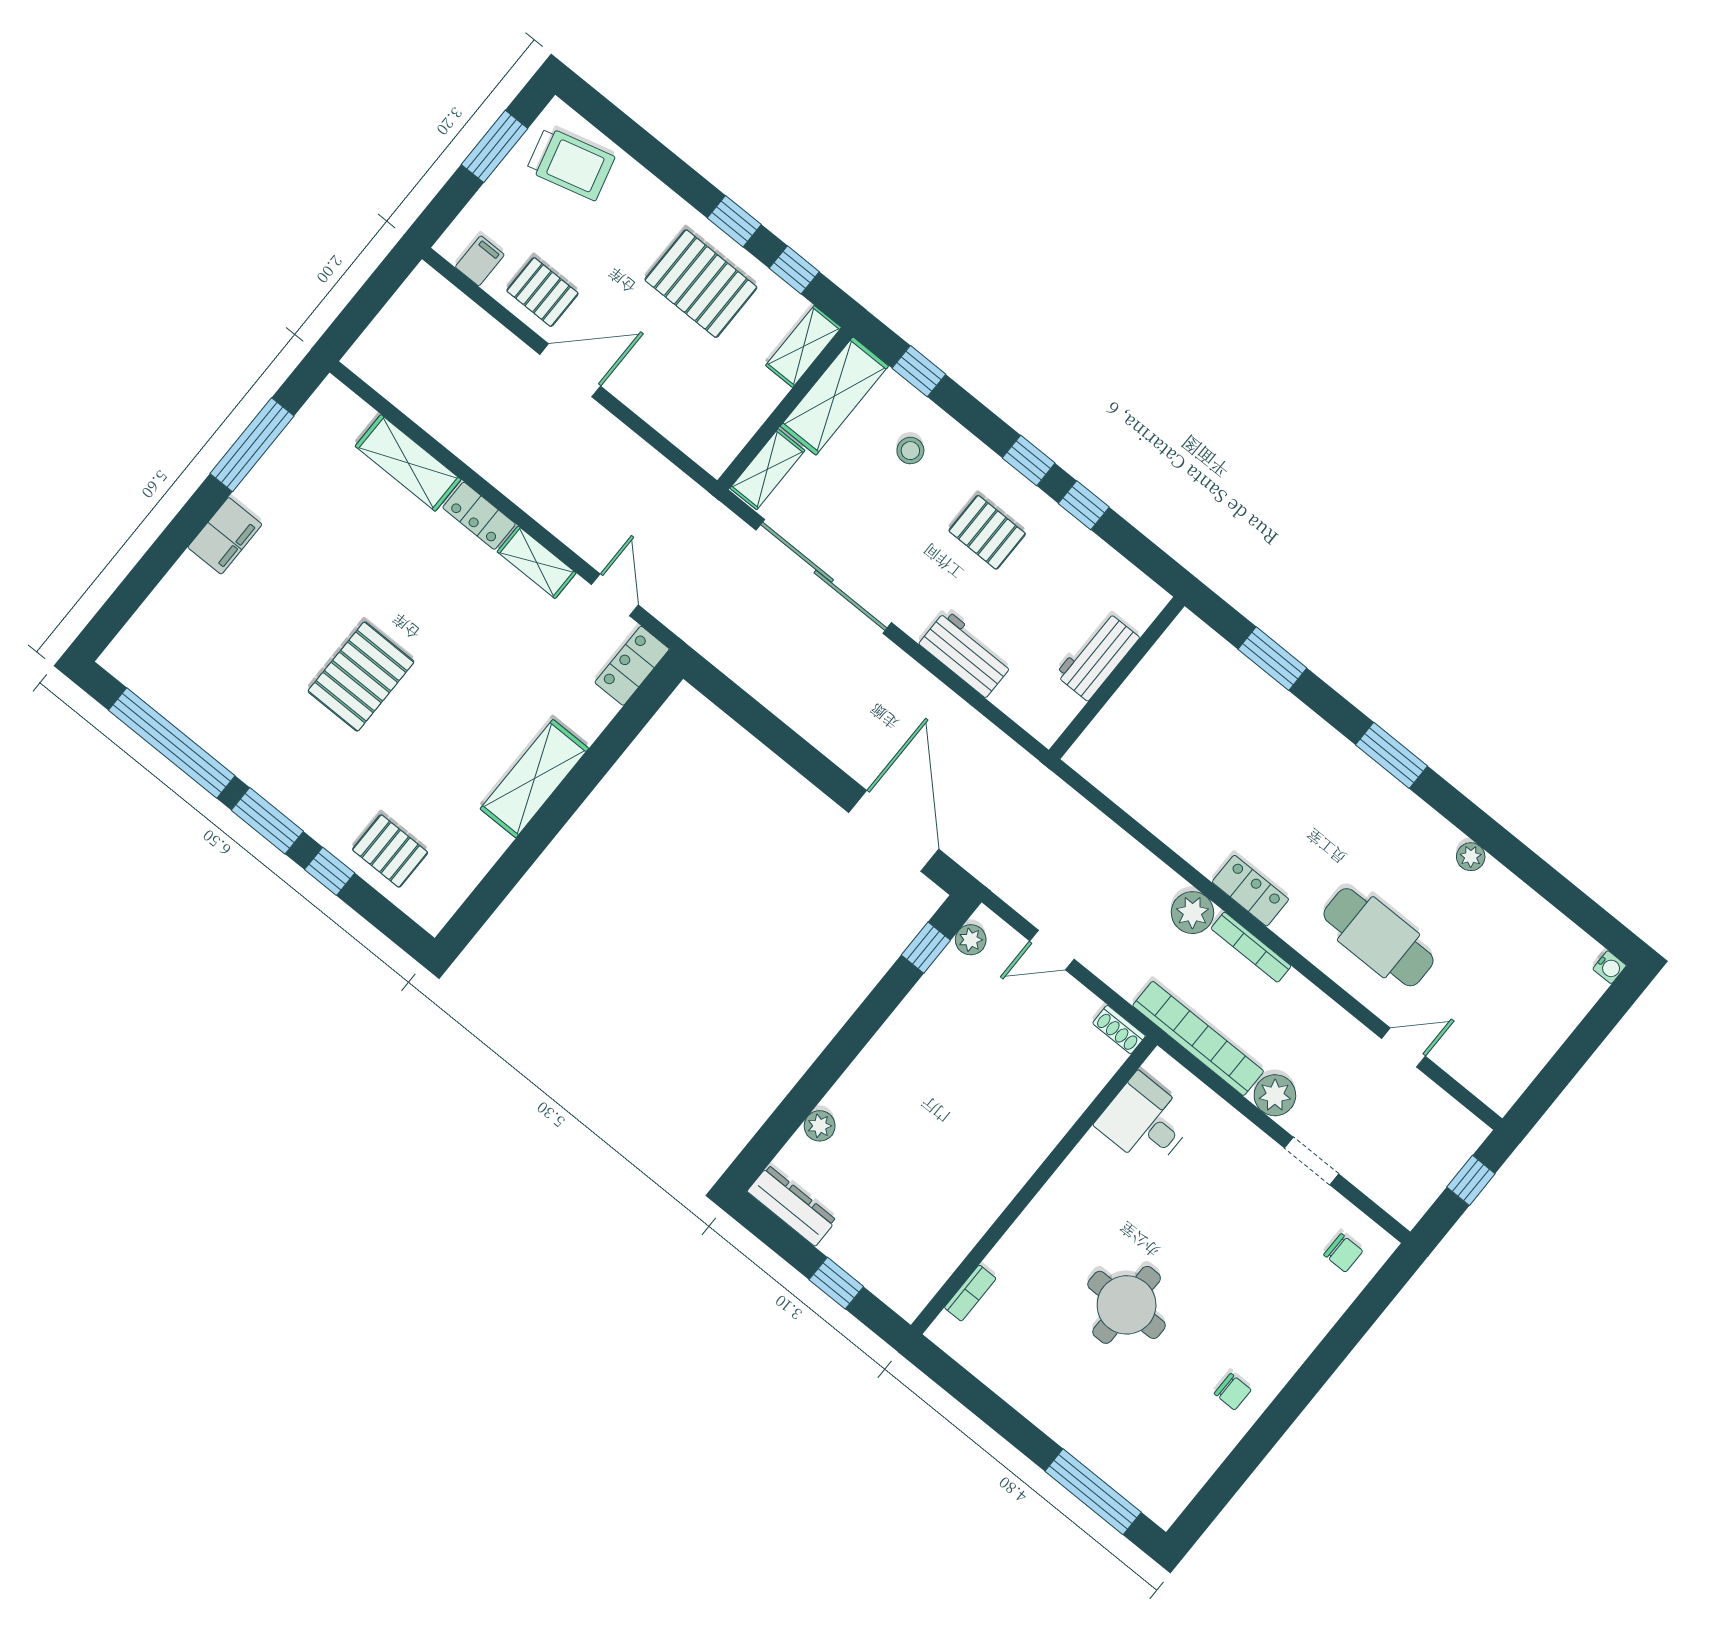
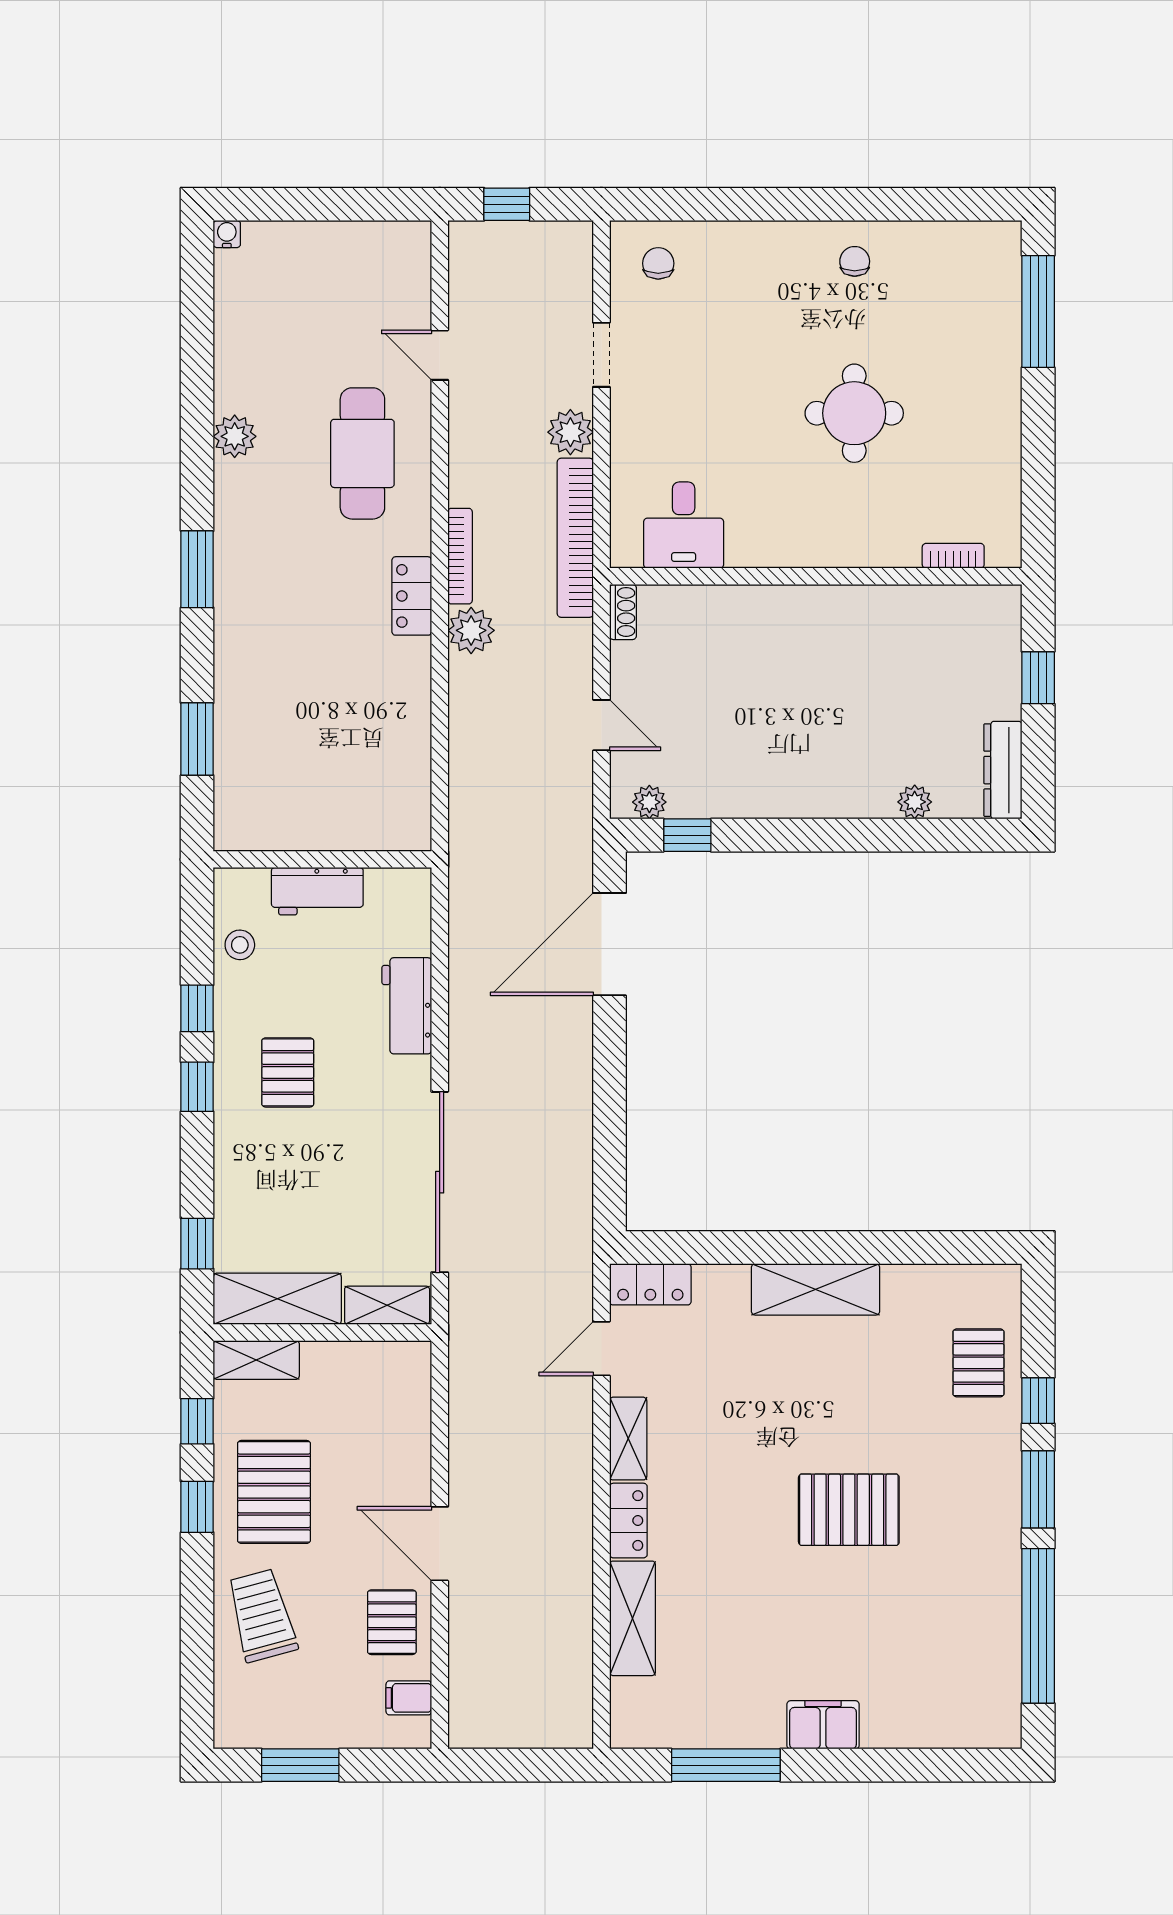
trolley: (571, 164) -> (262, 1615), moved
stool: (910, 451) -> (240, 945), moved
plant: (1471, 857) -> (235, 436), width x1.38, depth x1.38

